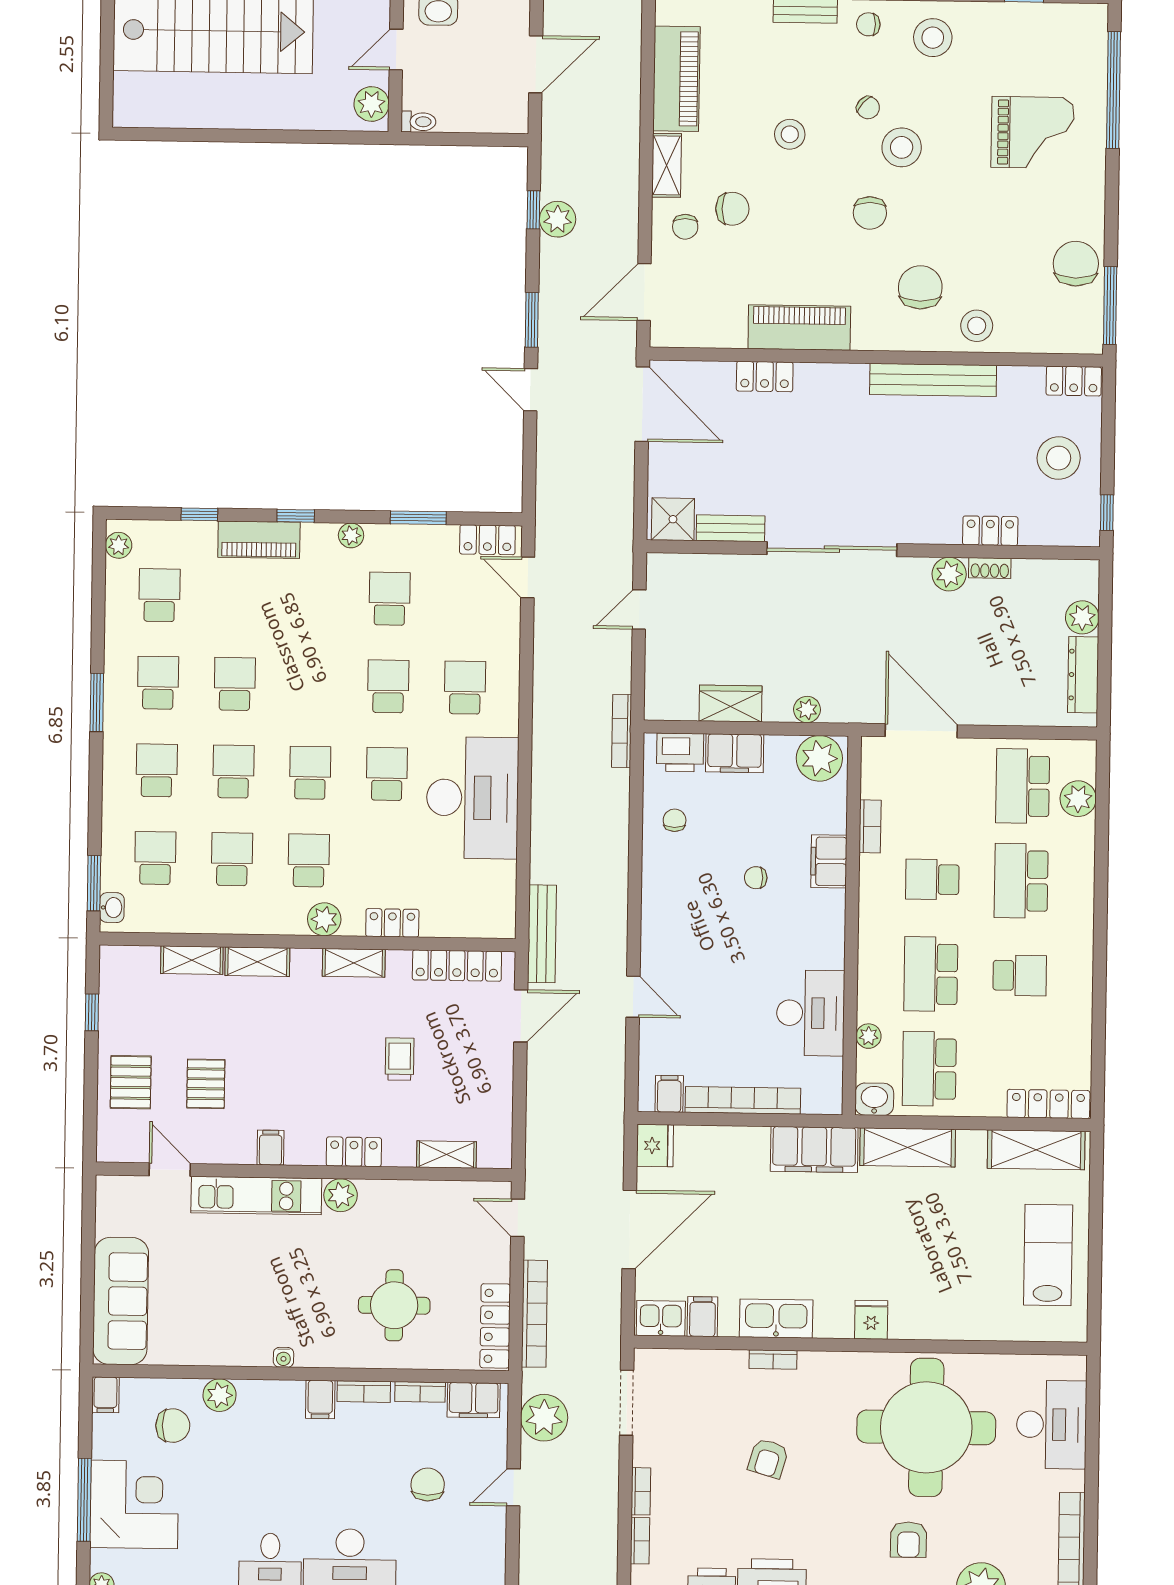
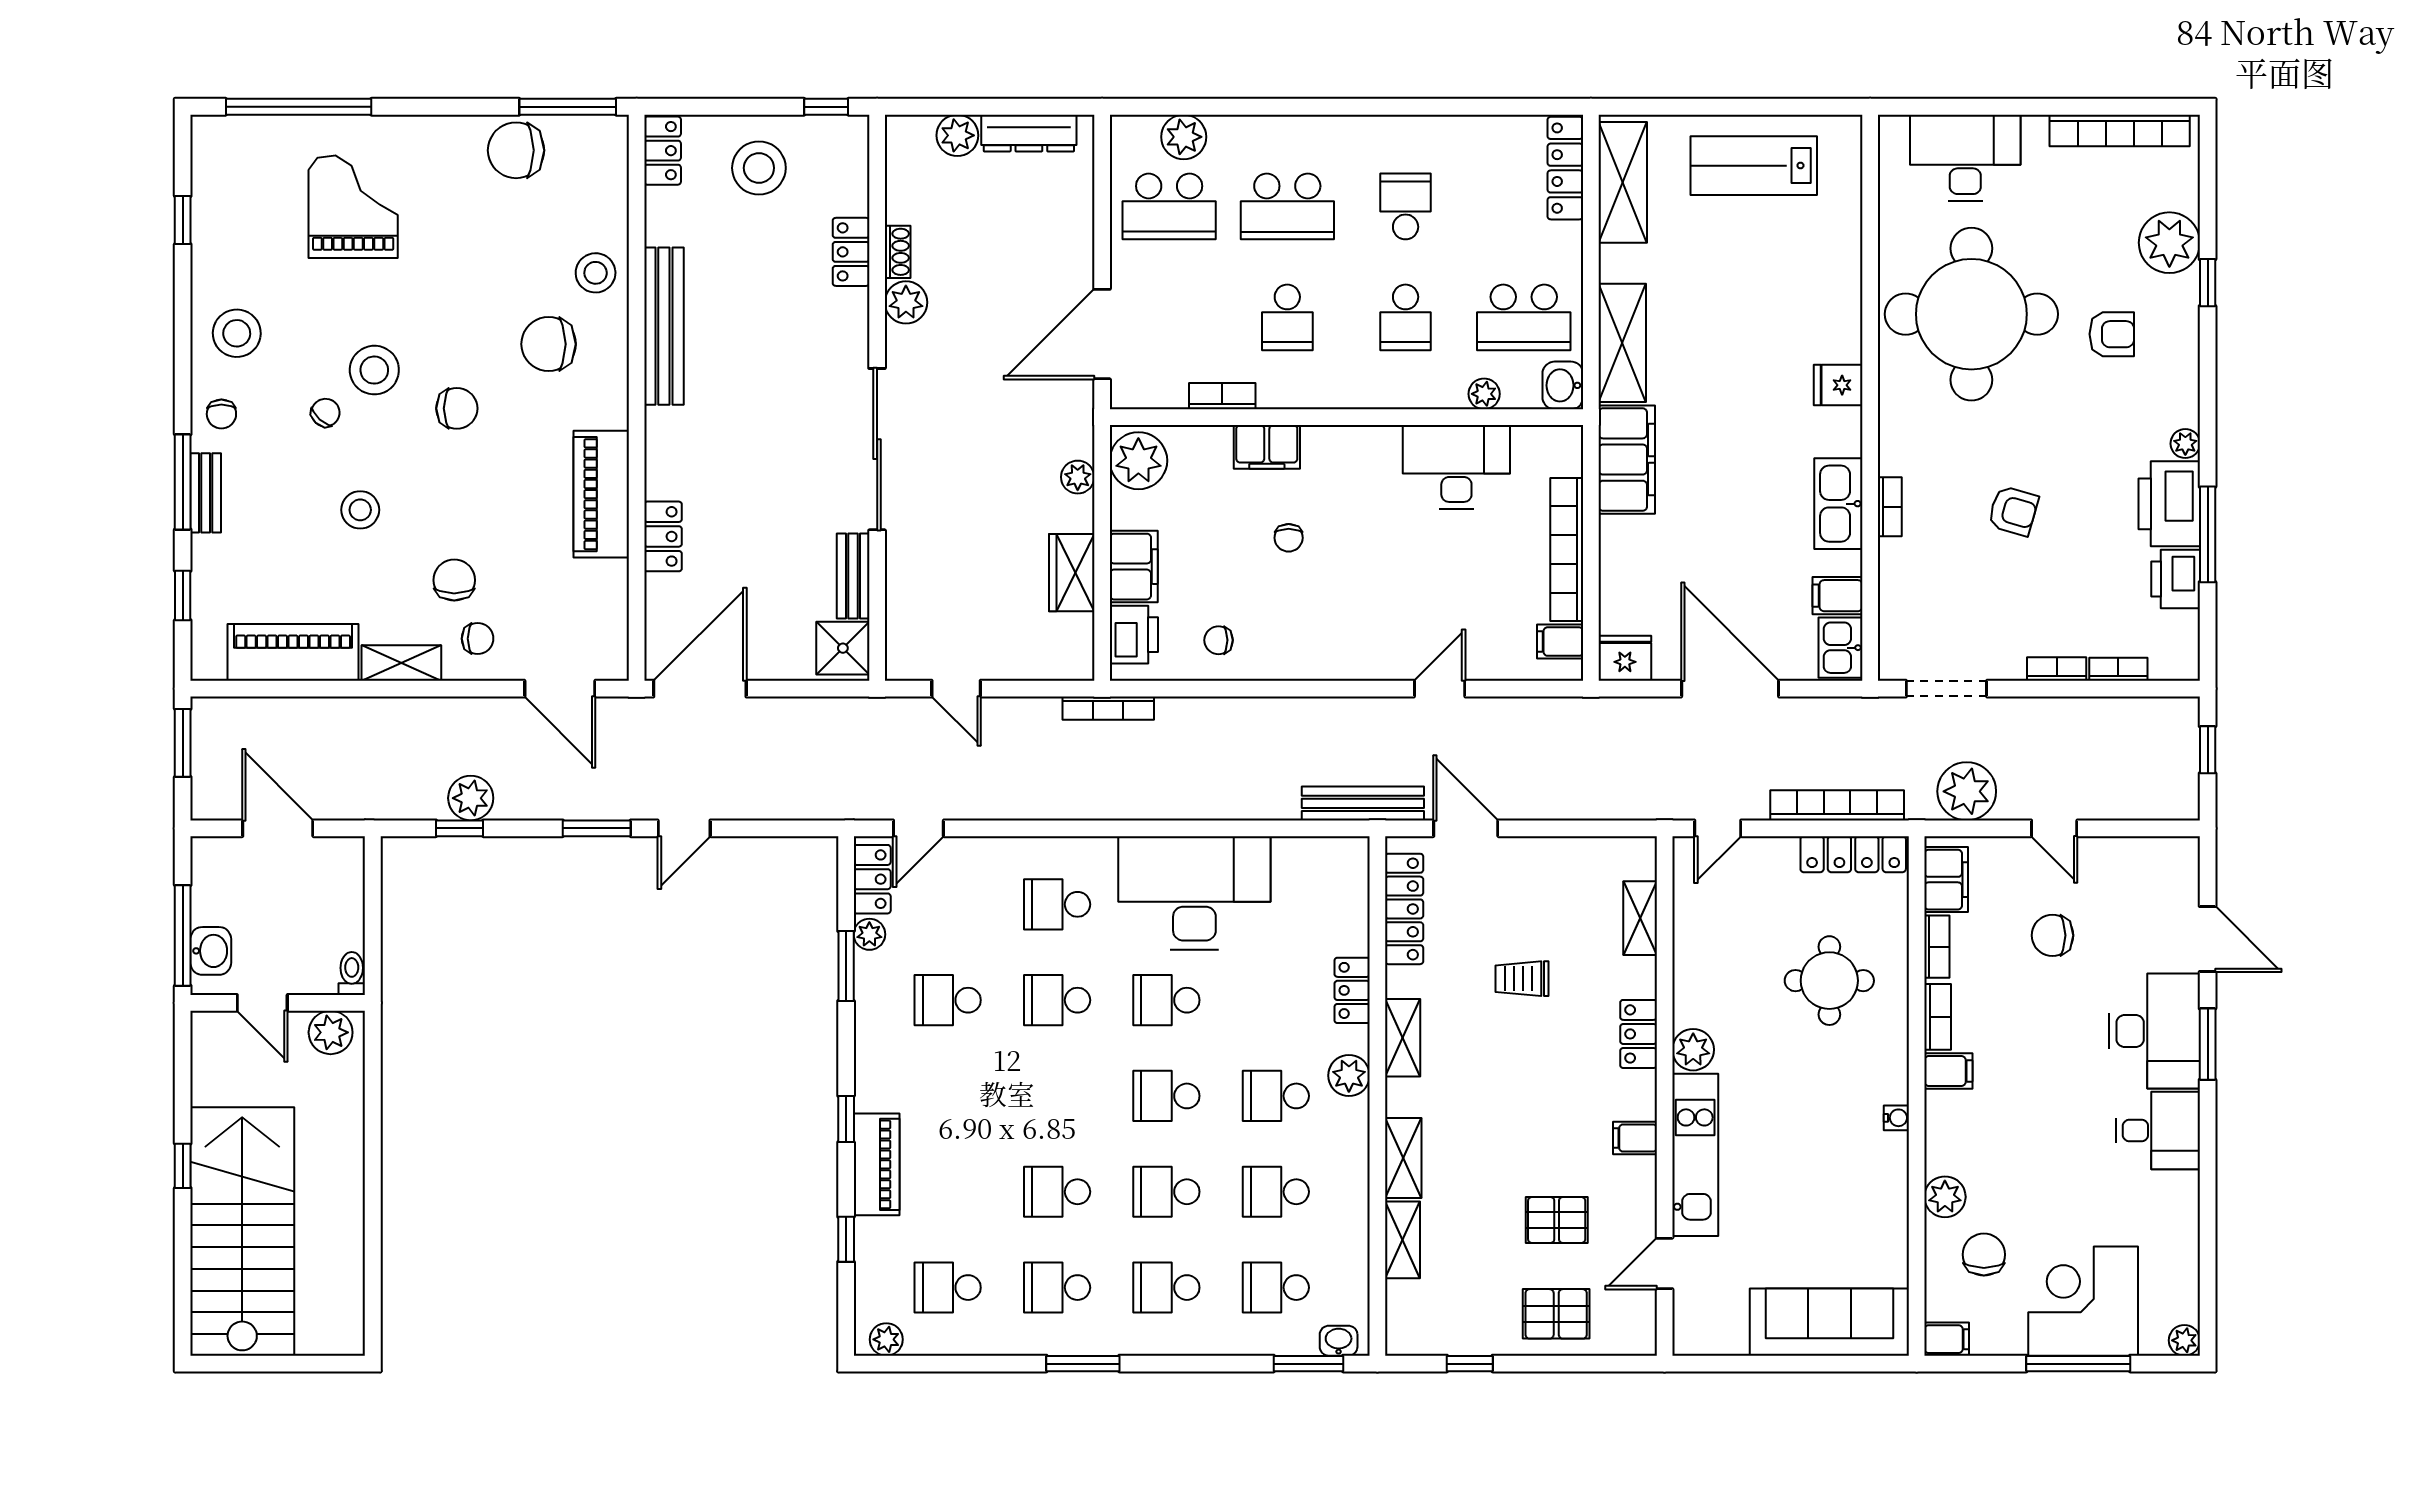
plant: (351, 535) -> (869, 934), moved
school desk: (931, 974) -> (1406, 317), width x0.54

